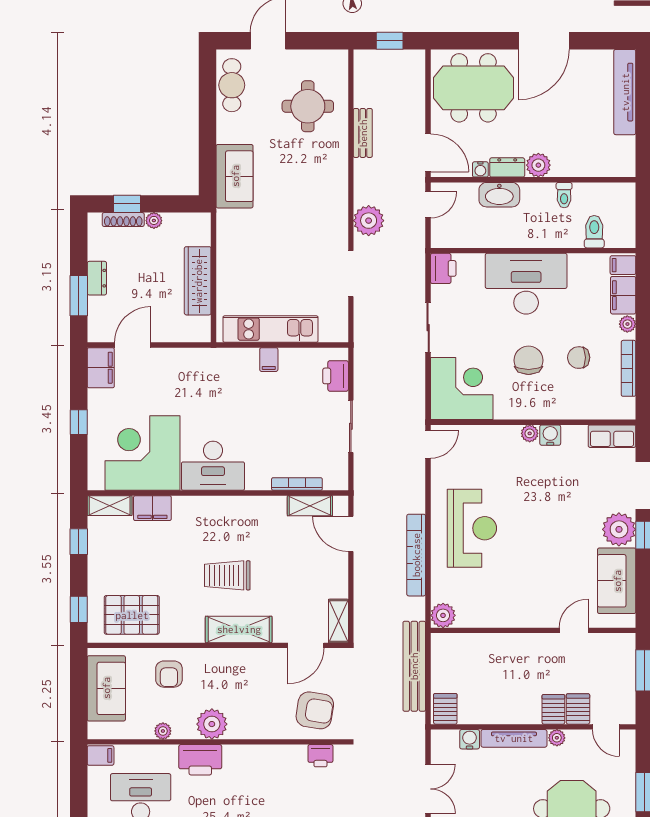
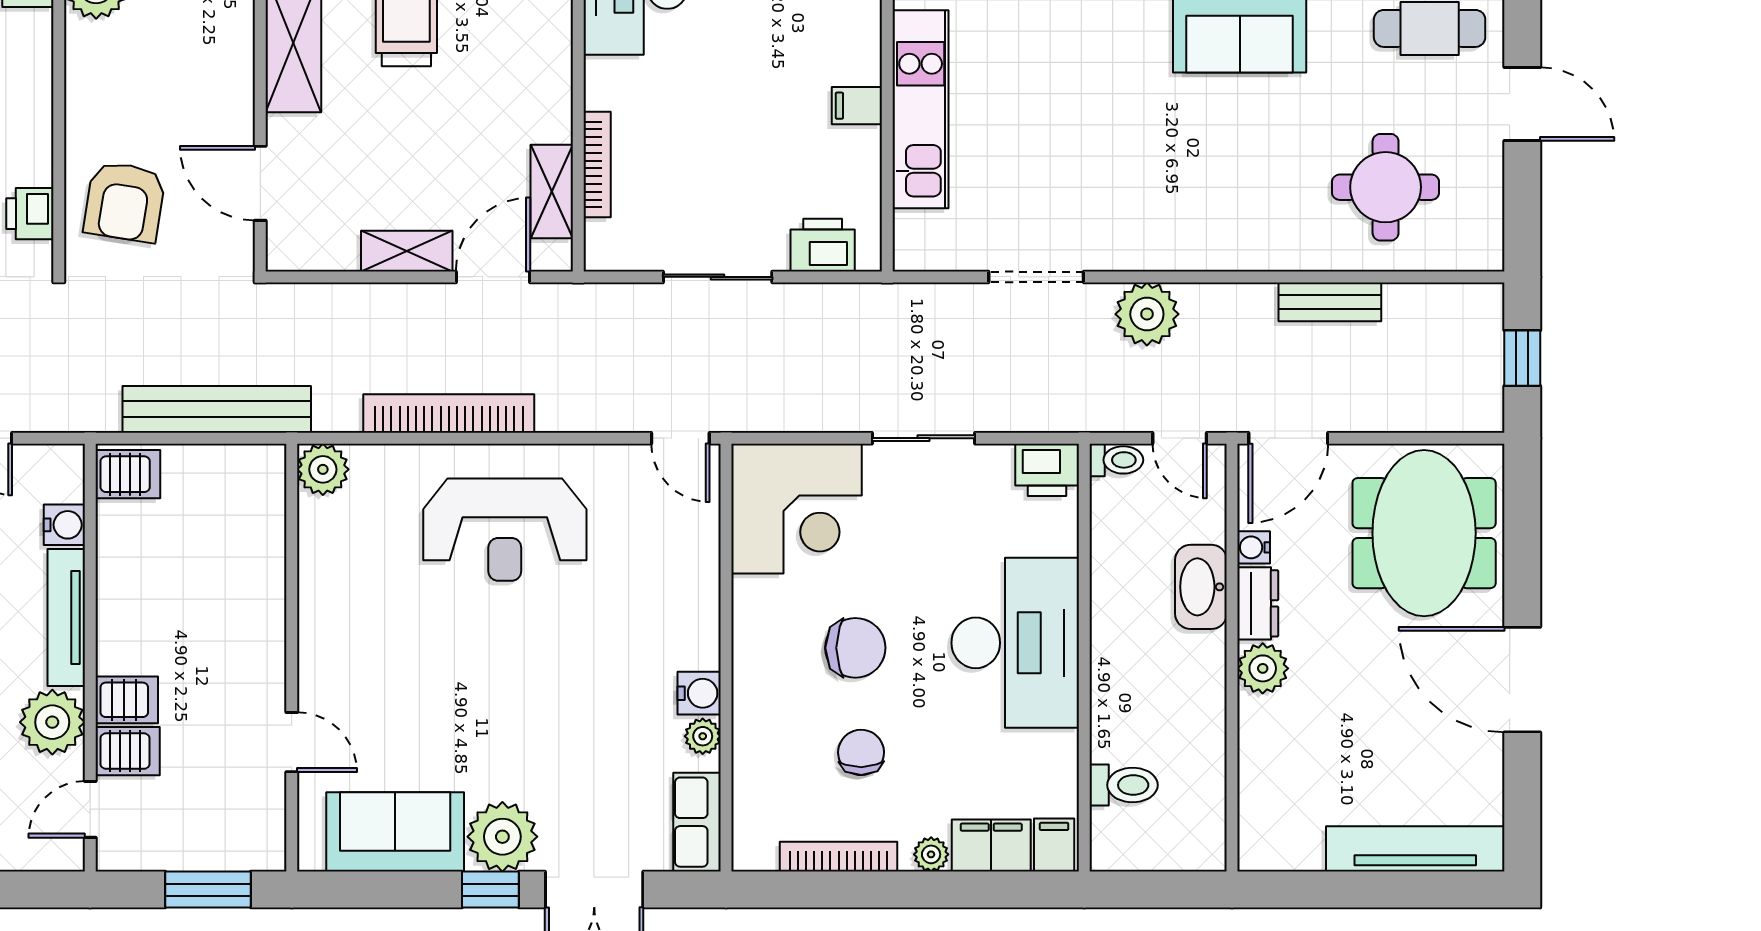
toilet: (564, 195) -> (1116, 460), moved, turned 180
plant: (530, 433) -> (703, 736), moved
shelving: (338, 621) -> (407, 251), moved
plant: (557, 738) -> (52, 722), width x1.88, depth x1.88

